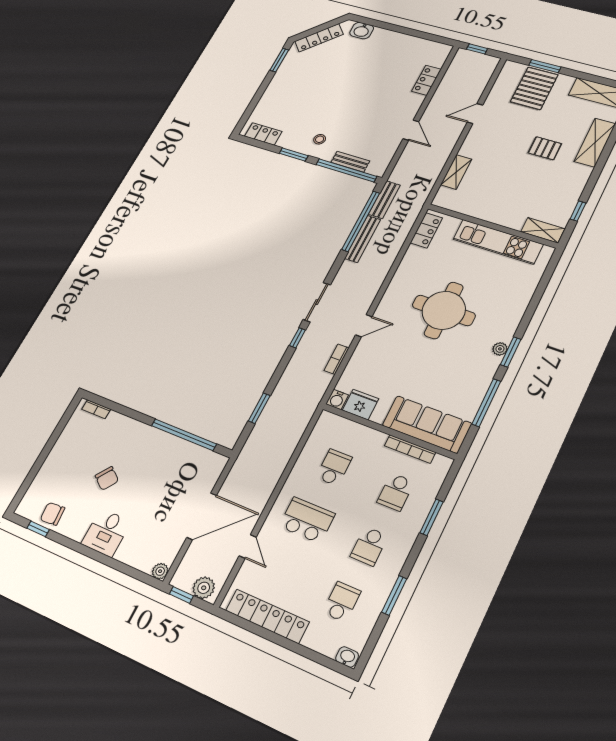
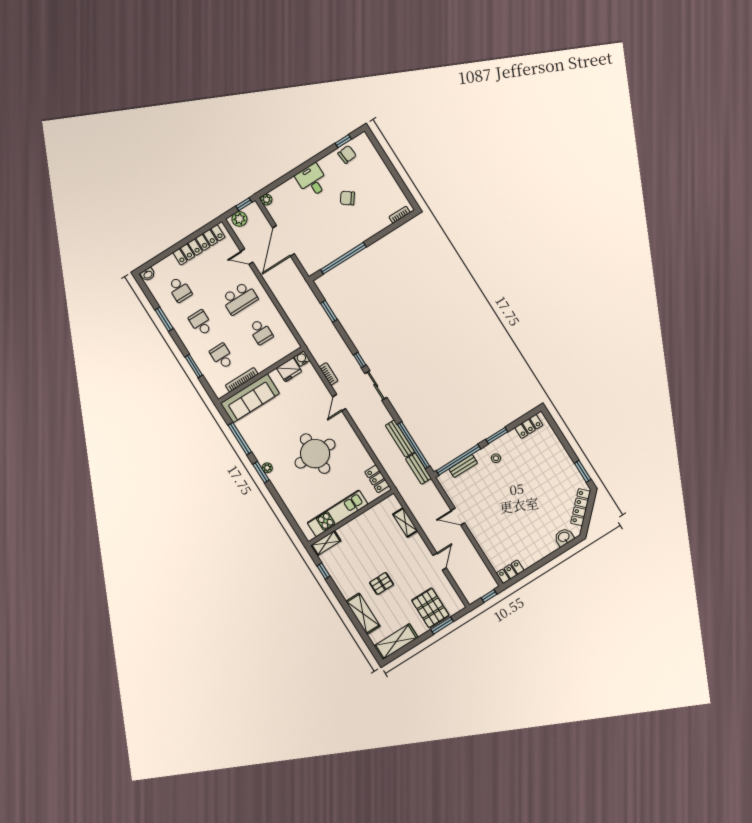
locker: (426, 80) -> (510, 572), moved, turned -90

